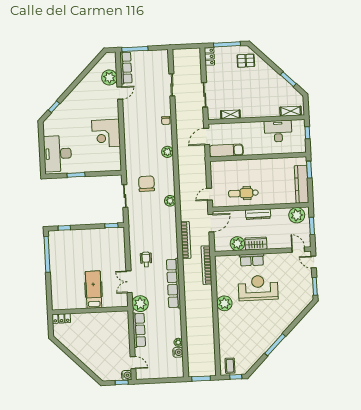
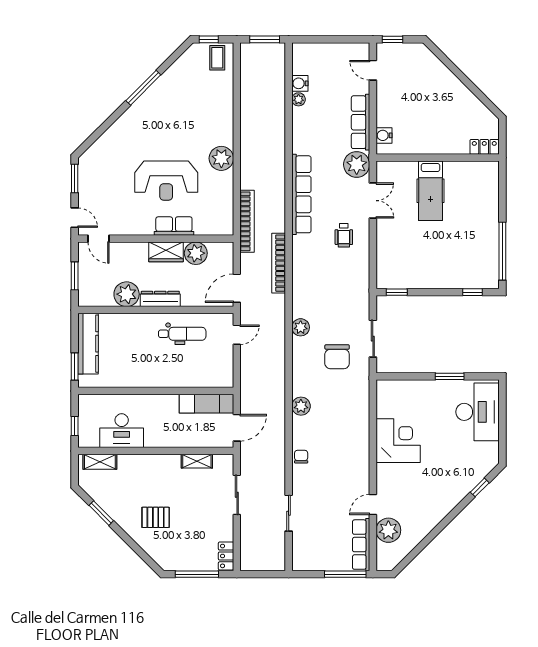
pallet: (246, 61) -> (156, 517), moved
plant: (297, 215) -> (127, 294), moved
water cooler: (127, 375) -> (384, 135), moved

